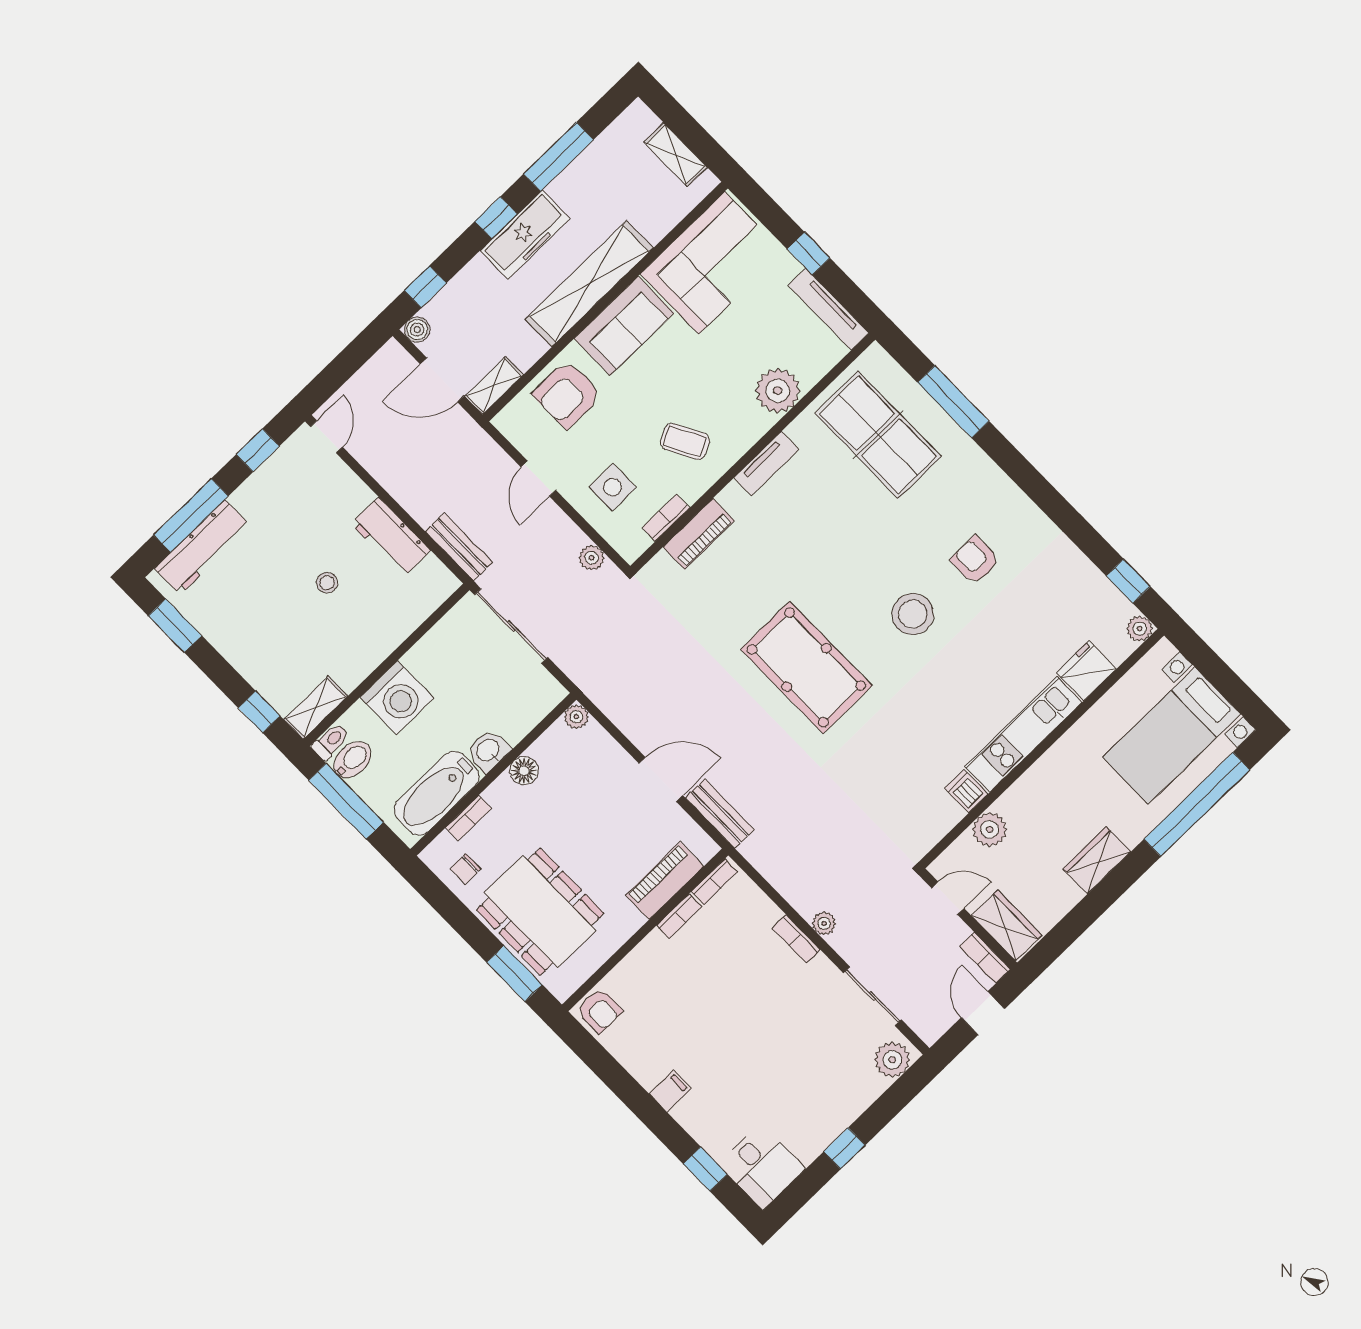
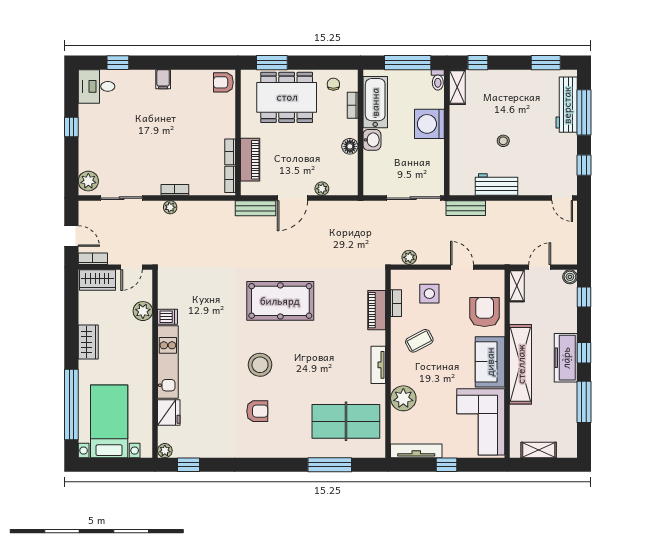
door: (442, 380) -> (540, 267), width x0.73
plant: (576, 717) -> (322, 189), moved
bidet: (352, 760) -> (422, 81), removed

